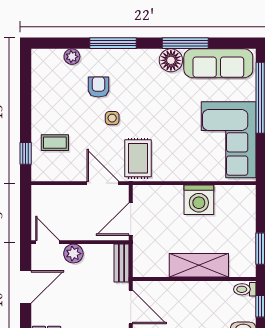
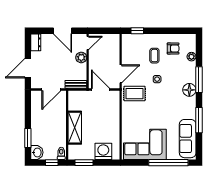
floor lamp: (171, 60) -> (189, 90), moved
armchair: (98, 87) -> (173, 48), moved
coffee table: (55, 143) -> (154, 56), moved
washing machine: (199, 200) -> (103, 151), moved, turned 90

